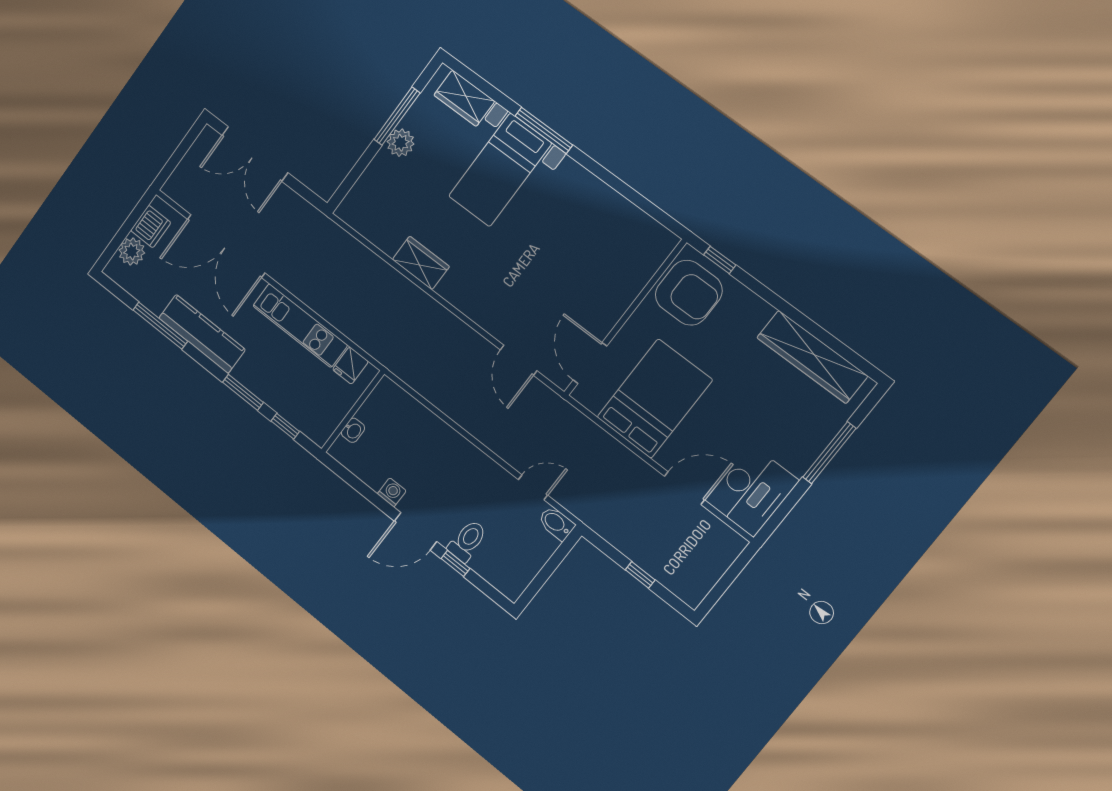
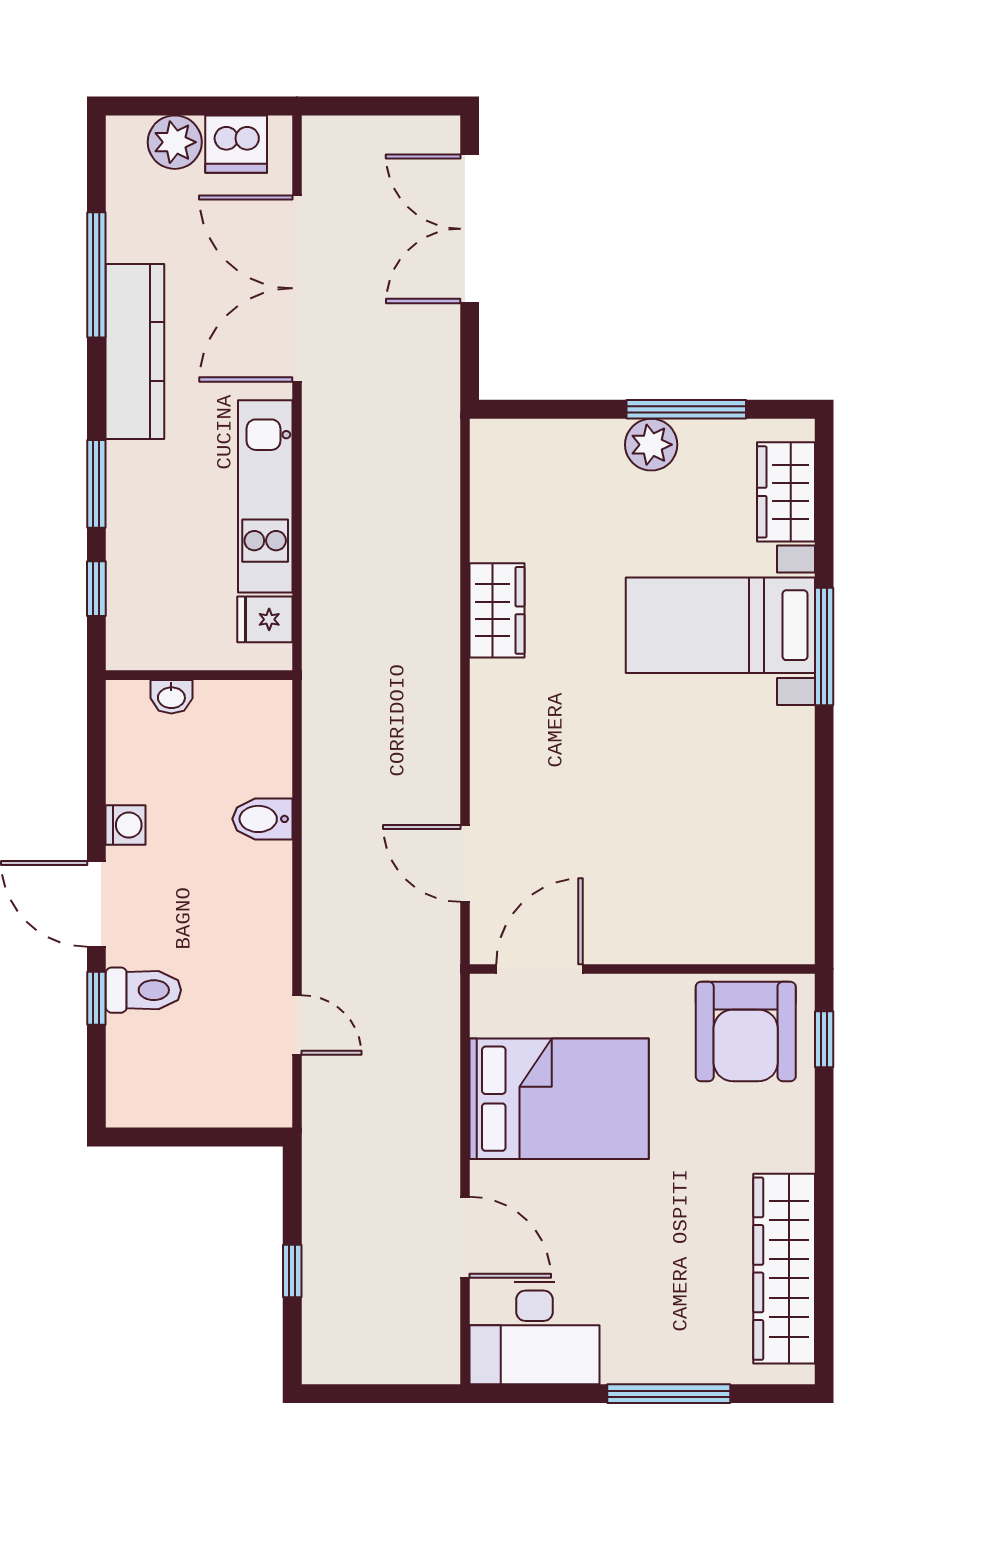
door: (519, 360) -> (465, 863), hinge flipped
bidet: (556, 523) -> (262, 819), moved, turned -90

